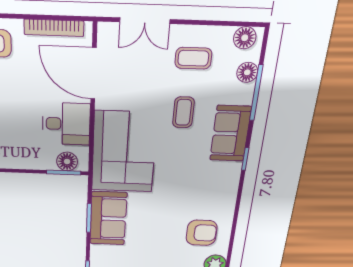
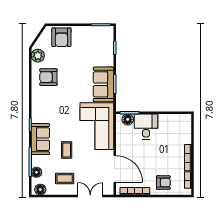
desk: (66, 124) -> (146, 126), moved, turned 90

